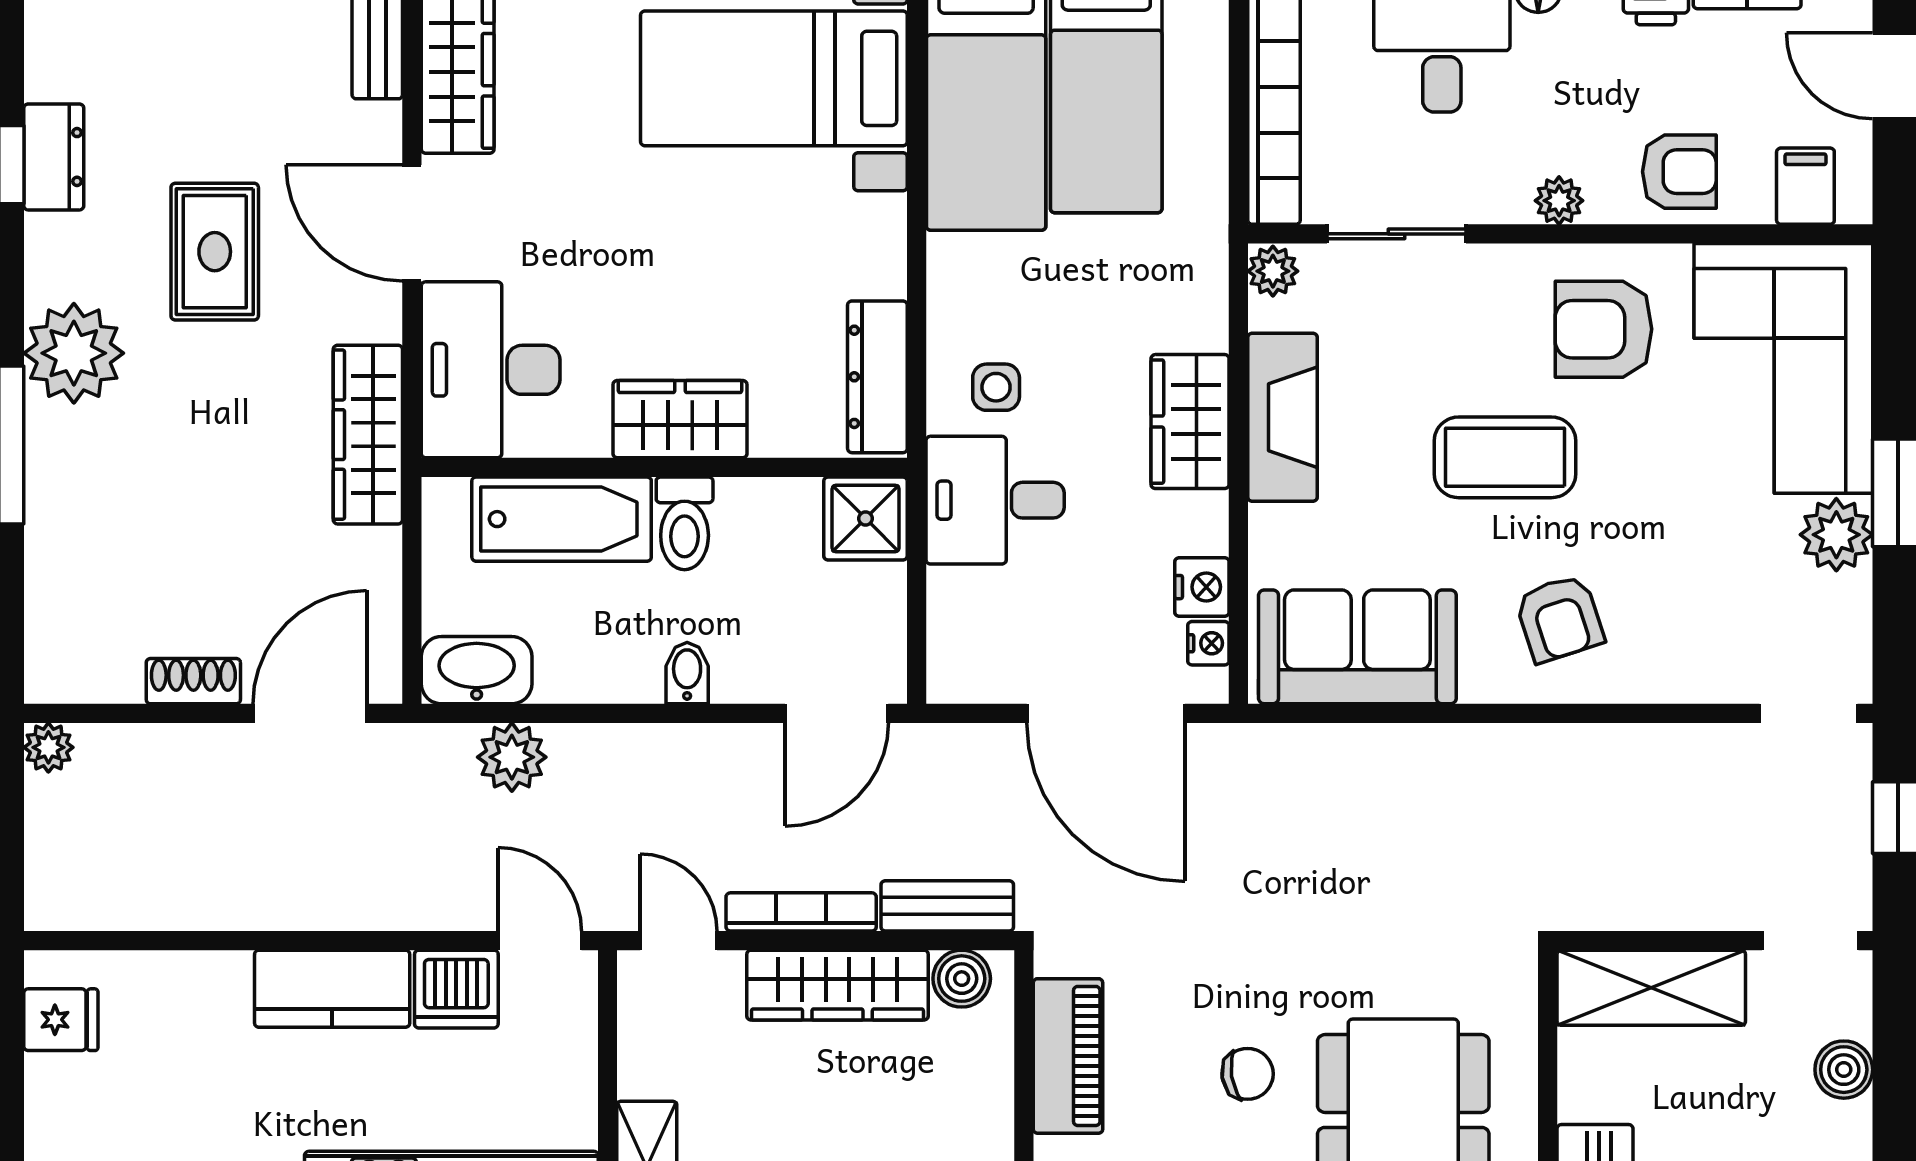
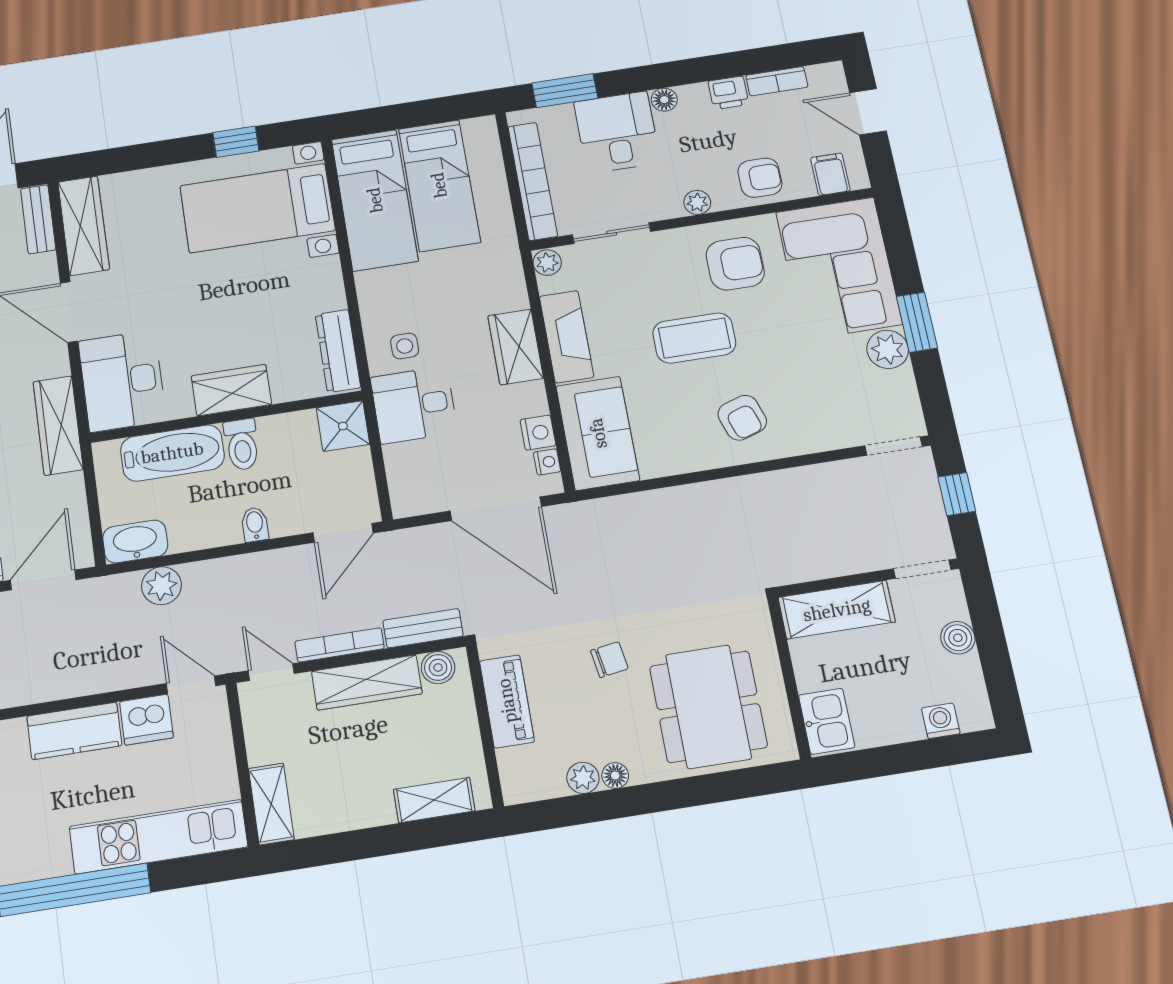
armchair: (1603, 329) -> (735, 264), turned 180
sofa: (1357, 647) -> (598, 433), moved, turned 90
chair: (1248, 1074) -> (609, 660), moved

